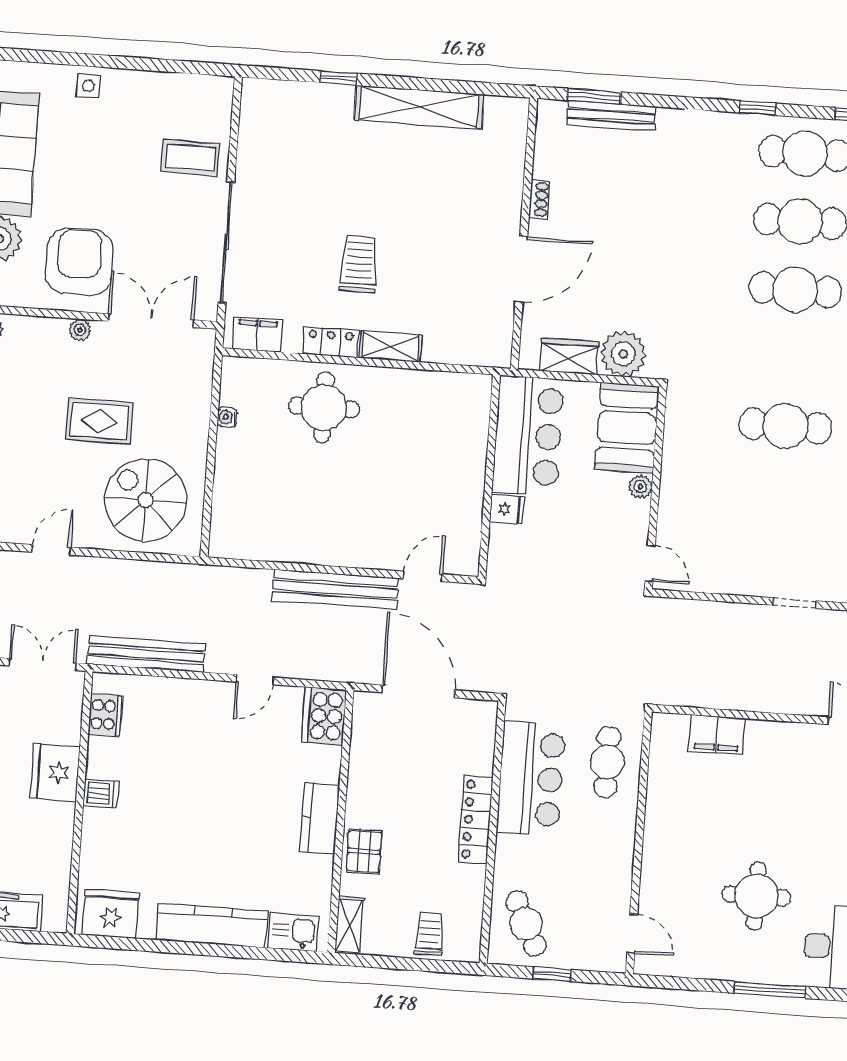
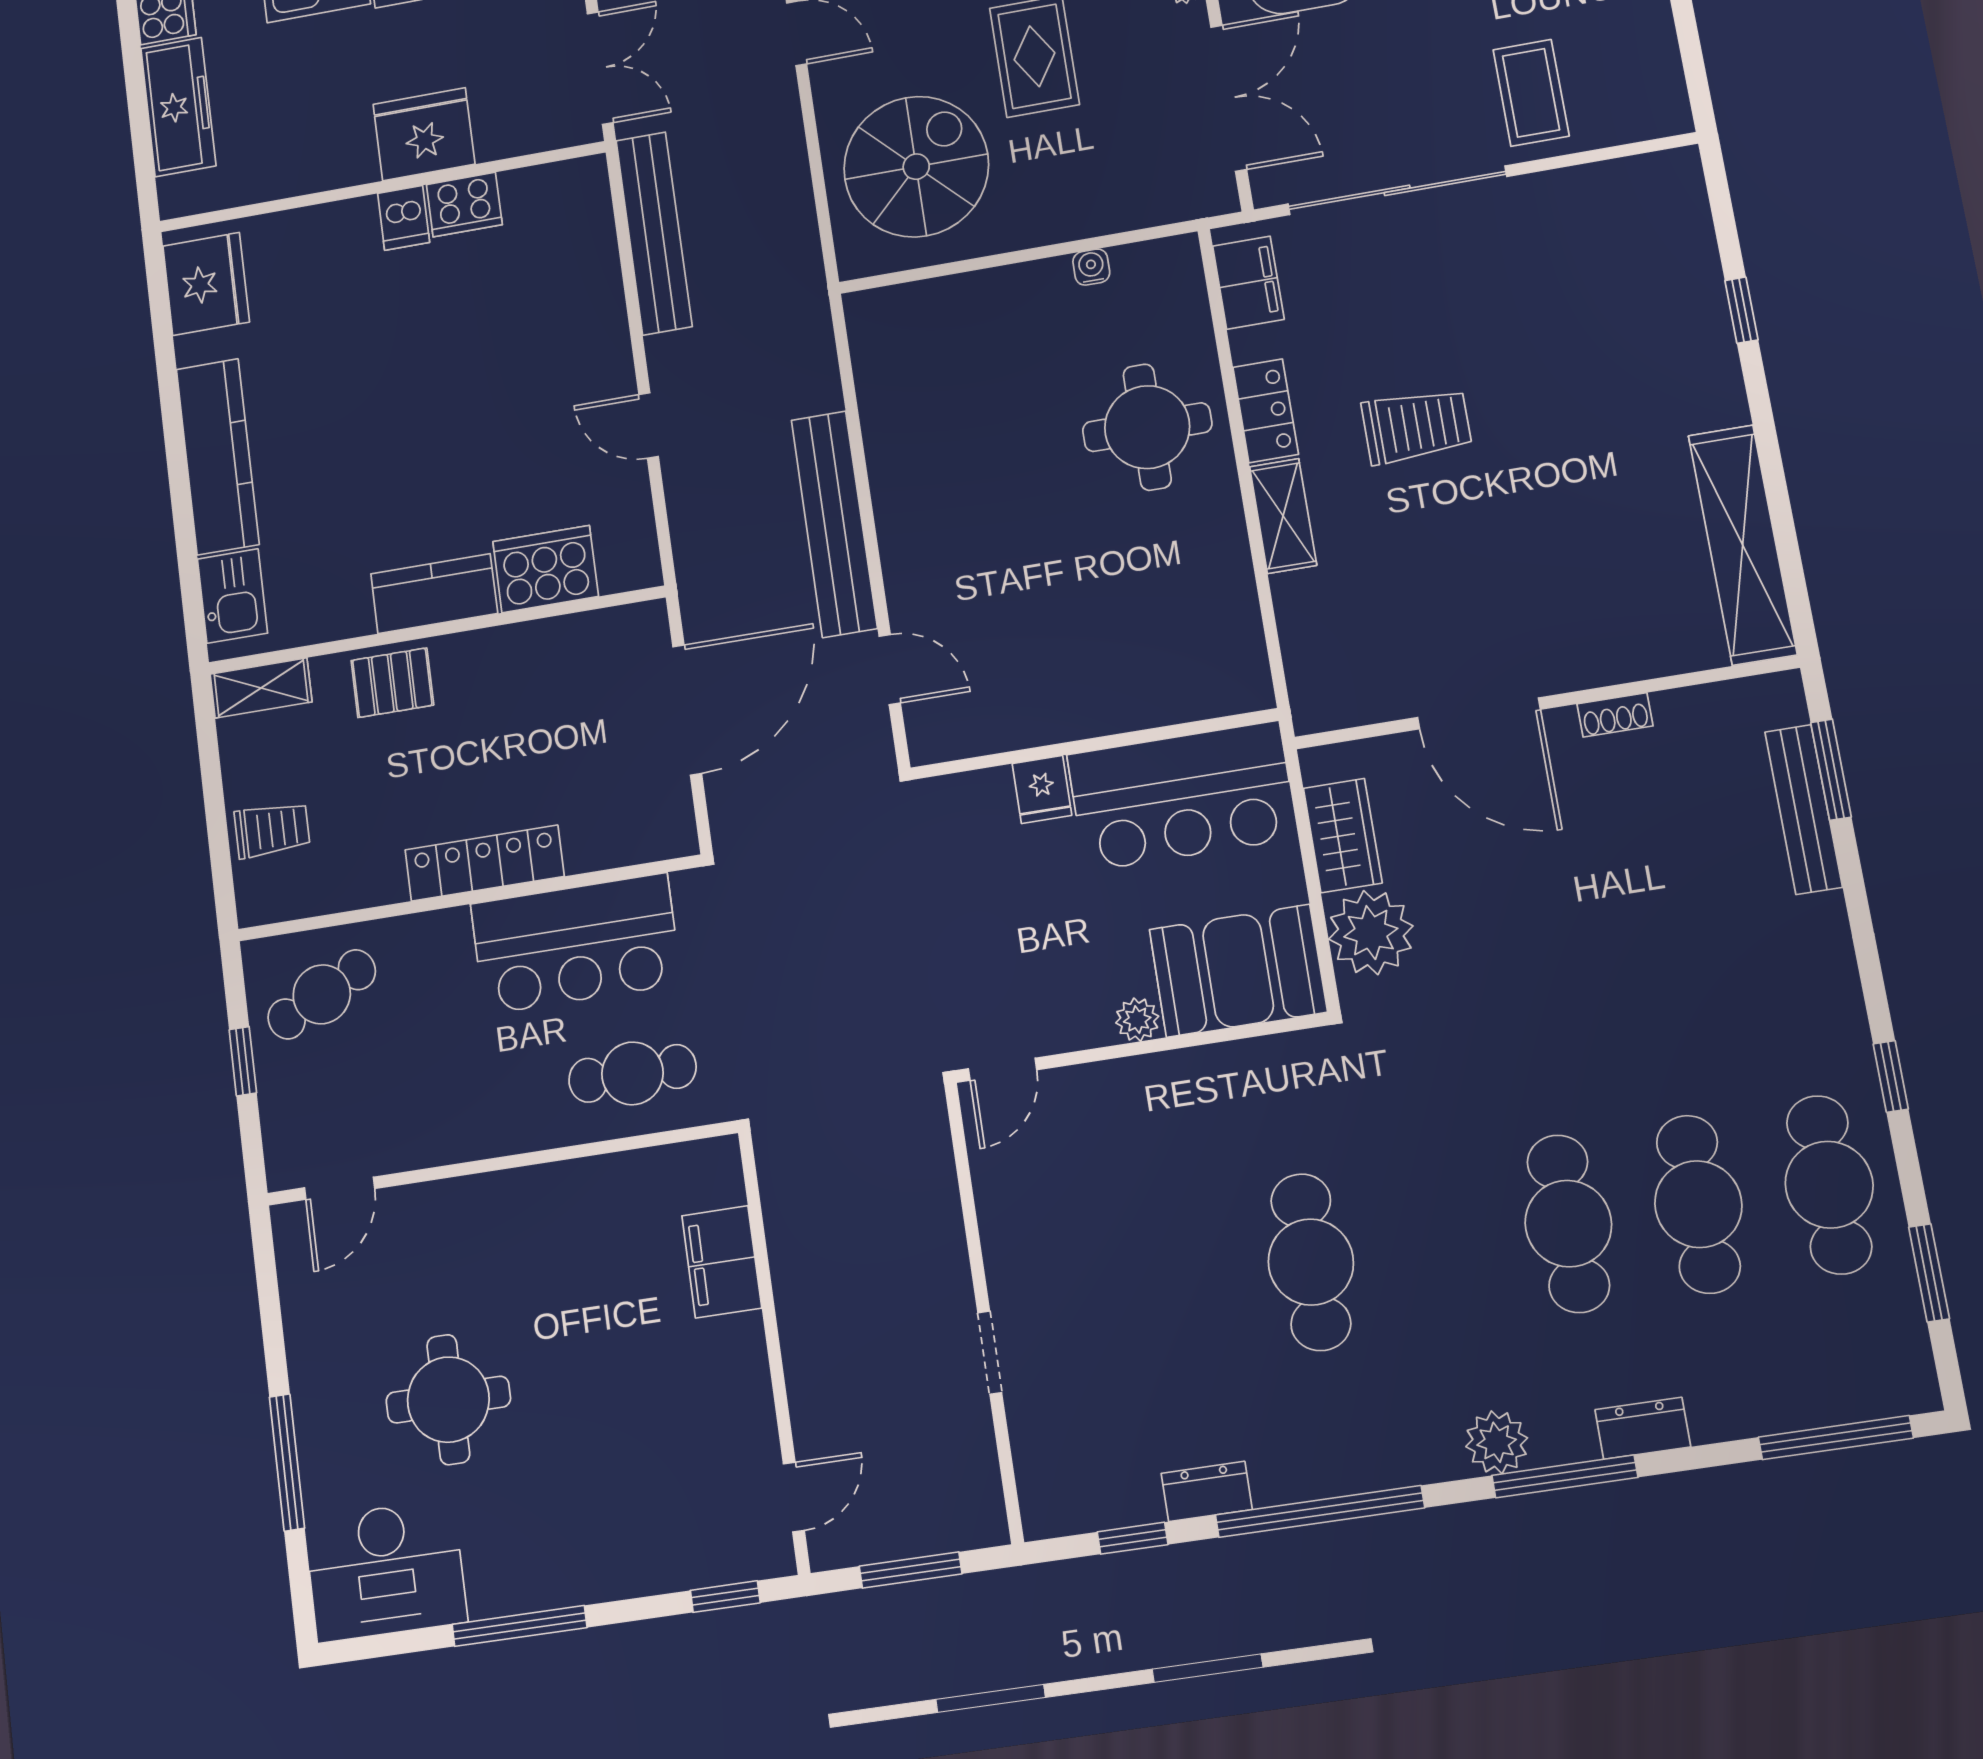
shelving: (419, 107) -> (1743, 545), moved
cooker: (105, 715) -> (464, 205), moved
cooker: (324, 716) -> (546, 569), moved

